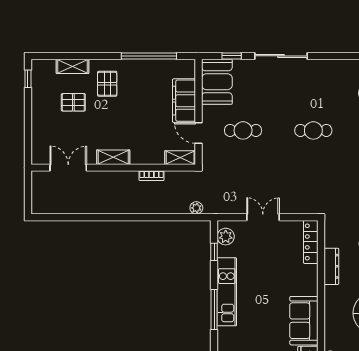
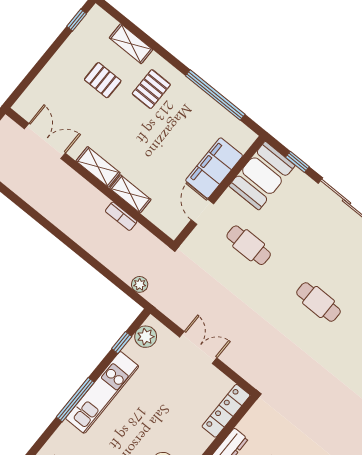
shelving: (180, 158) -> (130, 194), moved

